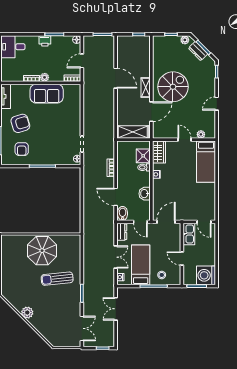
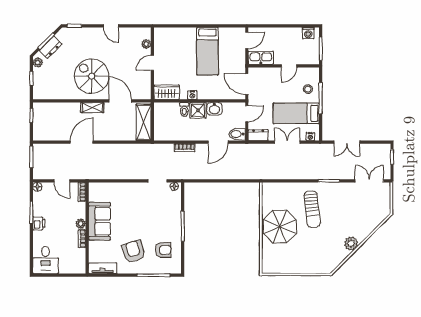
shower: (143, 156) -> (198, 110), moved
bed: (206, 162) -> (207, 51), moved, turned 90
washing machine: (206, 275) -> (308, 33), width x0.53, depth x0.53

